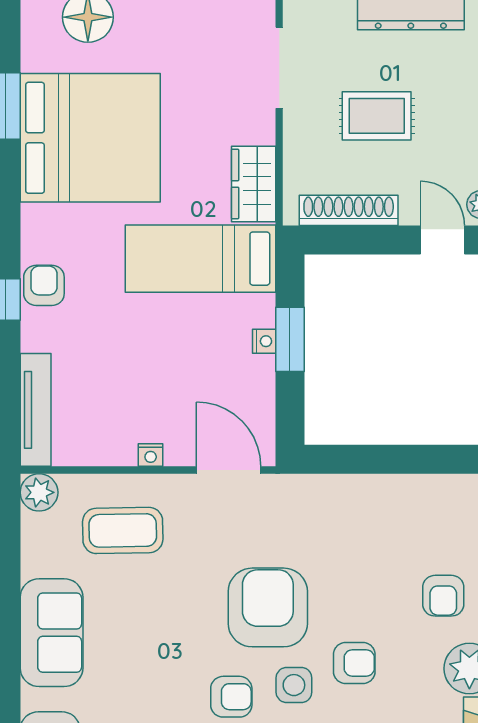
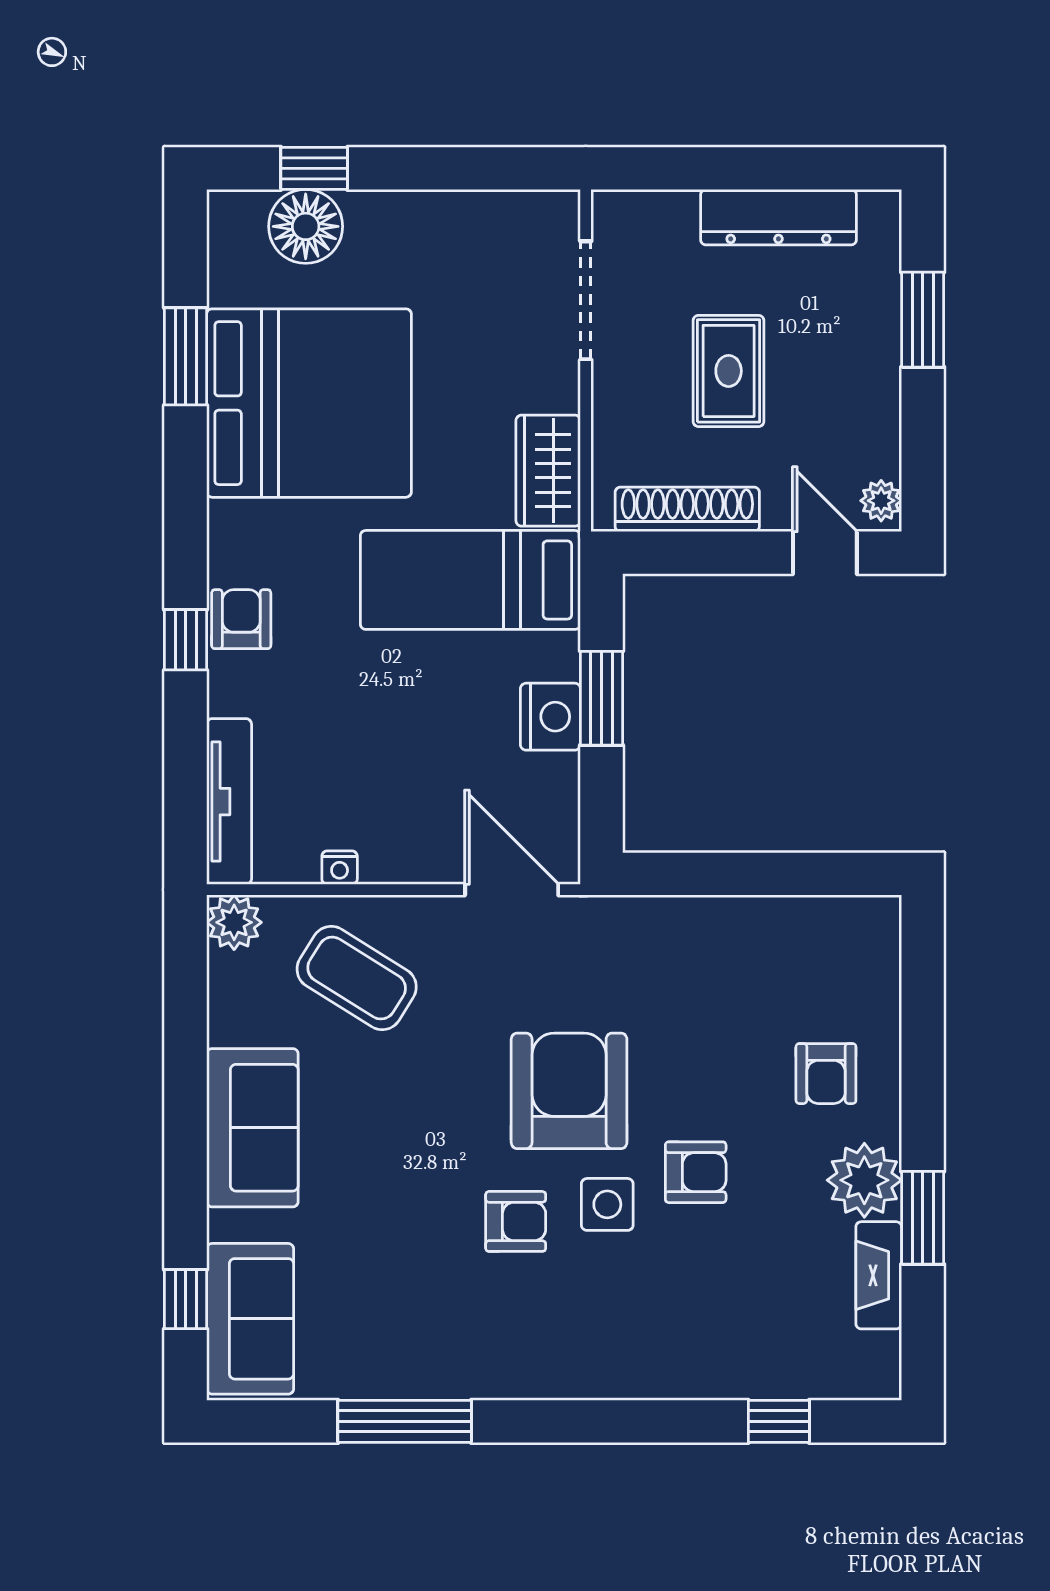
rug: (377, 116) -> (729, 371), turned 90
nightstand: (264, 341) -> (550, 717), width x1.89, depth x1.79
nightstand: (151, 455) -> (340, 868), moved
coffee table: (123, 530) -> (357, 978), turned 33

